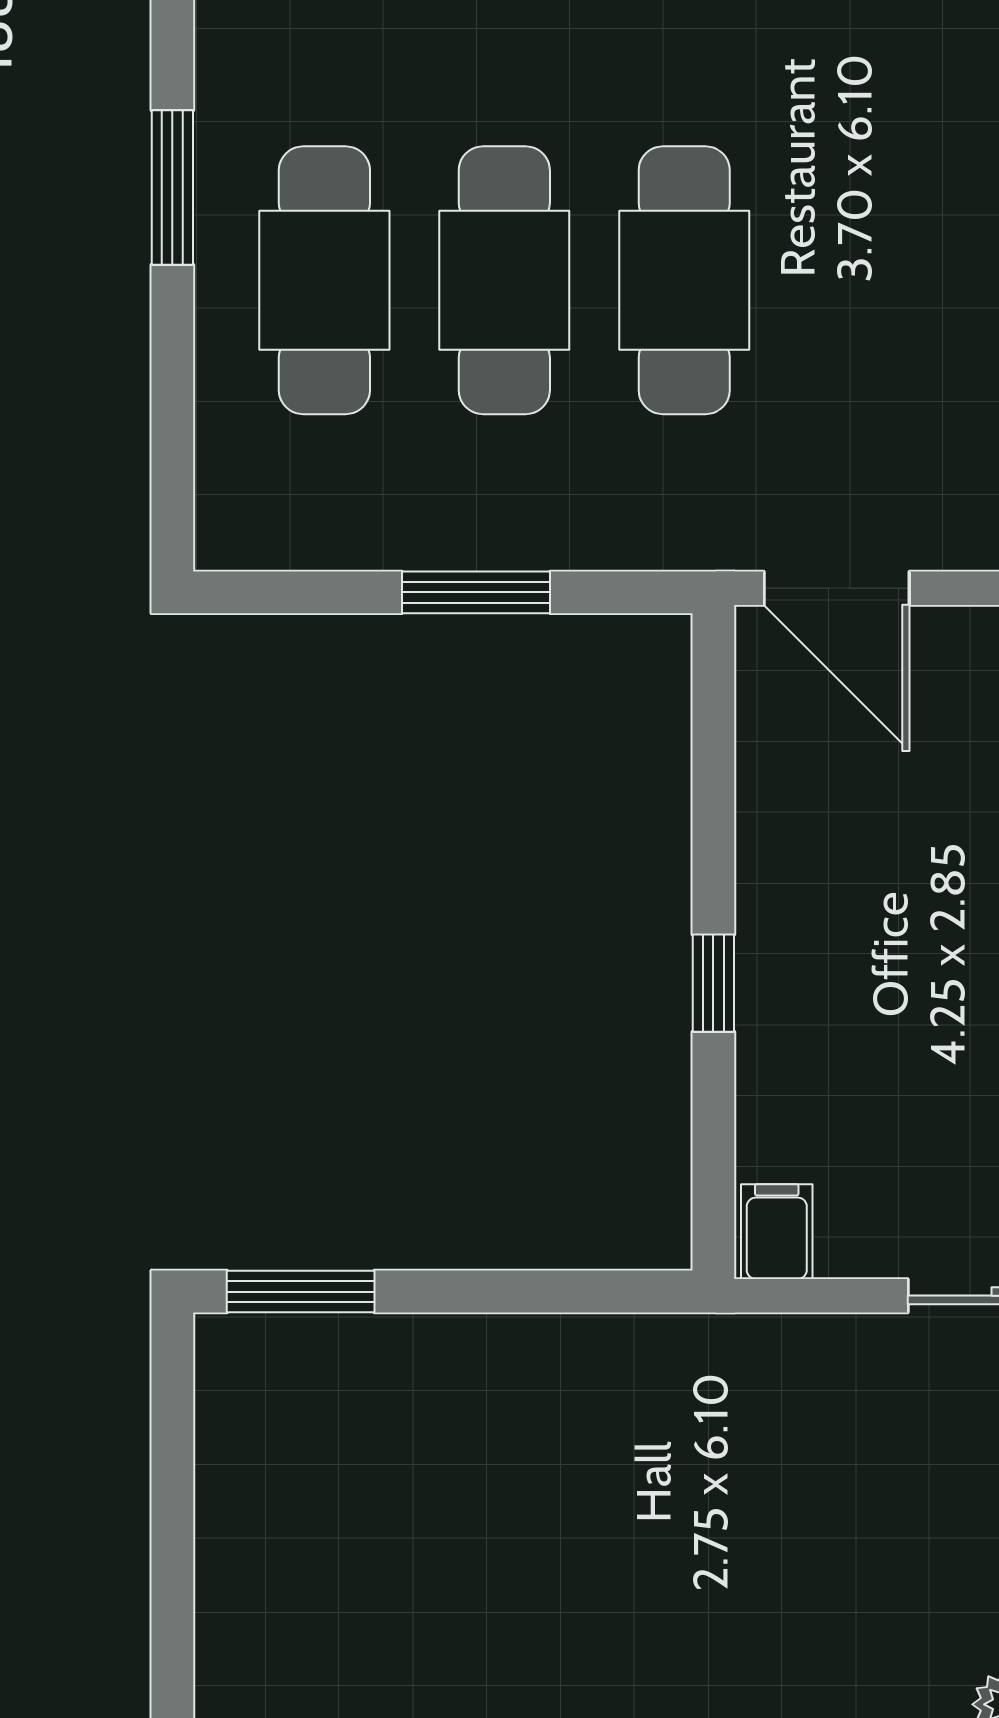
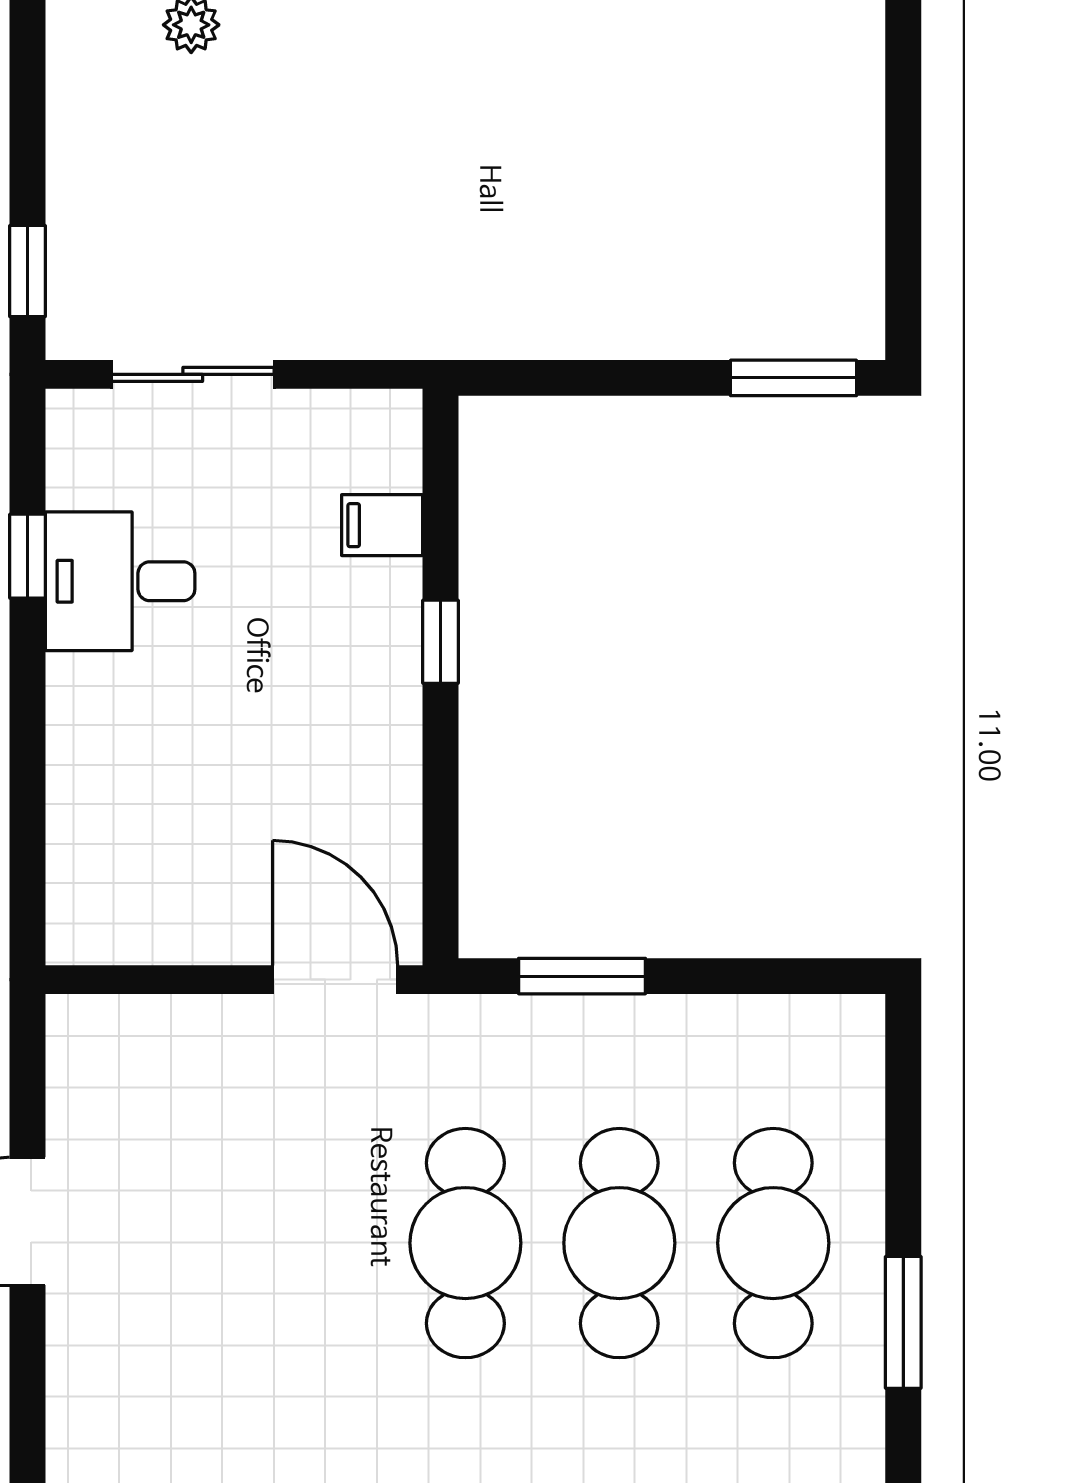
window: (476, 592) -> (582, 976), moved
filing cabinet: (777, 1232) -> (382, 525), moved, turned 90

